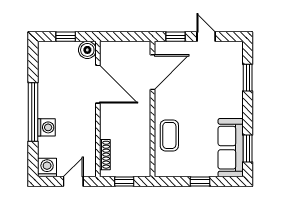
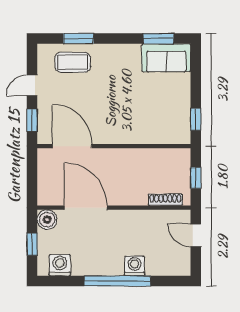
door: (98, 84) -> (86, 208), hinge flipped
coffee table: (169, 135) -> (73, 62), moved
sofa: (231, 148) -> (166, 58), width x0.73
washing machine: (47, 168) -> (60, 265), moved, turned 90
window: (200, 182) -> (196, 119), moved

